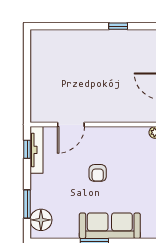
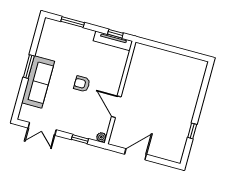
door: (71, 125) -> (116, 107), moved
floor lamp: (41, 220) -> (57, 30), removed

